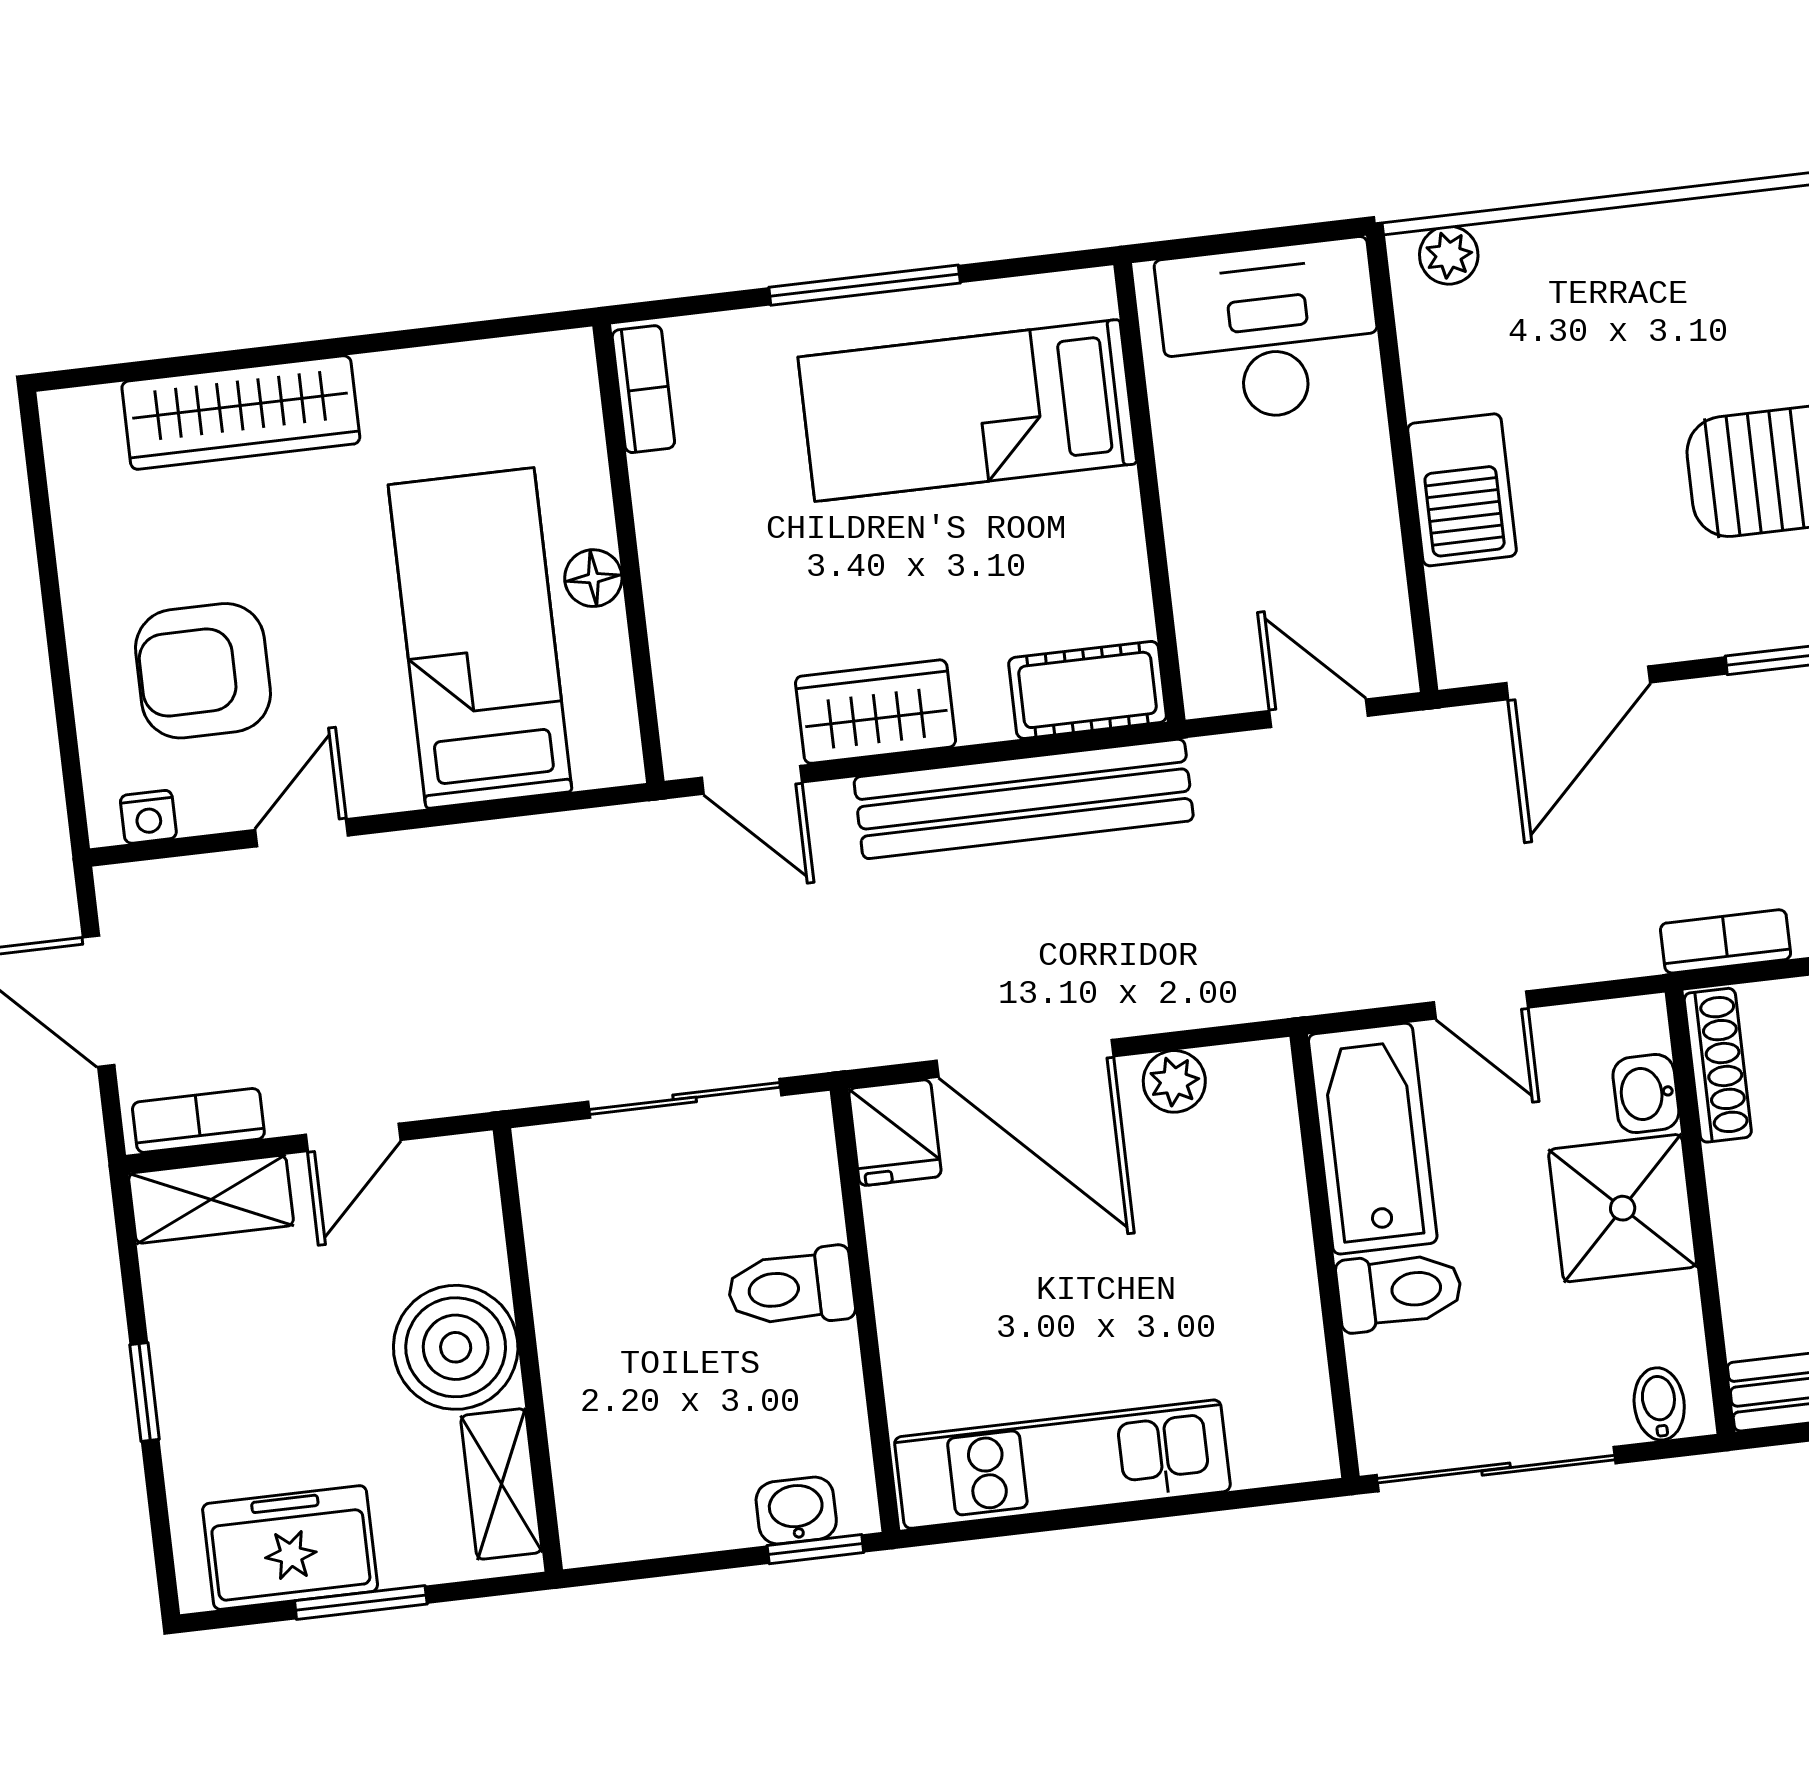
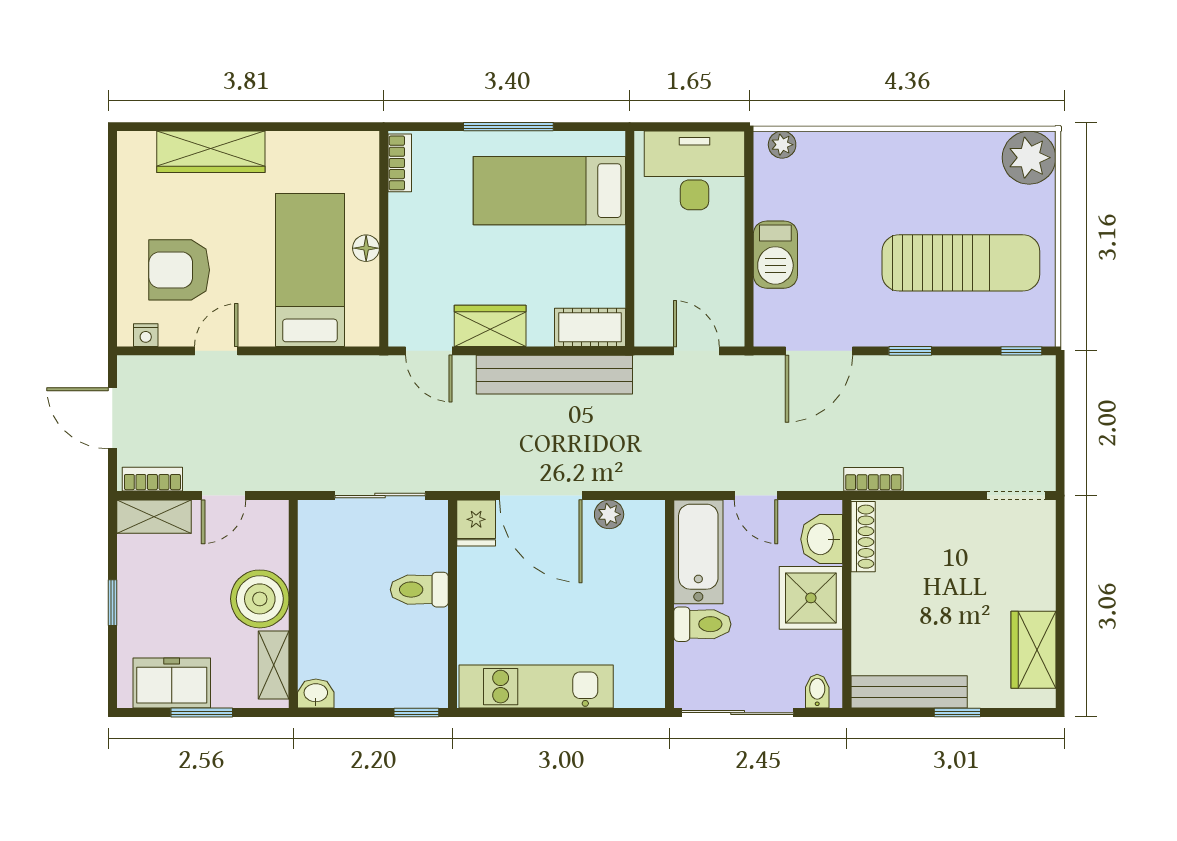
washbasin: (1646, 1094) -> (822, 539), width x1.38, depth x1.45
washbasin: (796, 1510) -> (316, 694), moved

